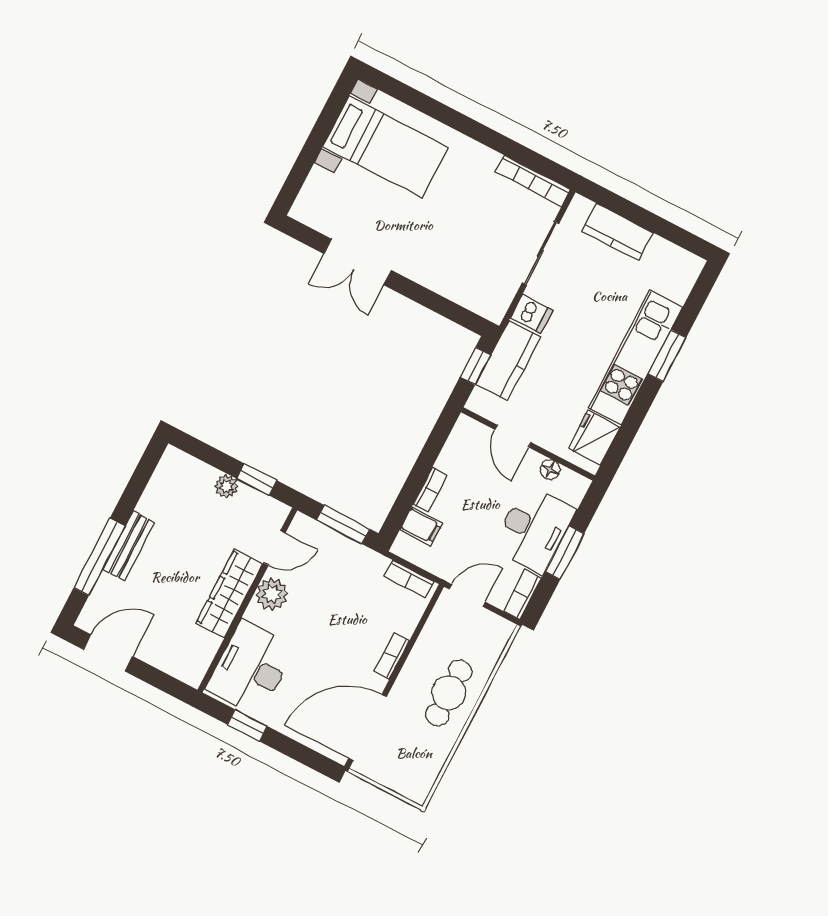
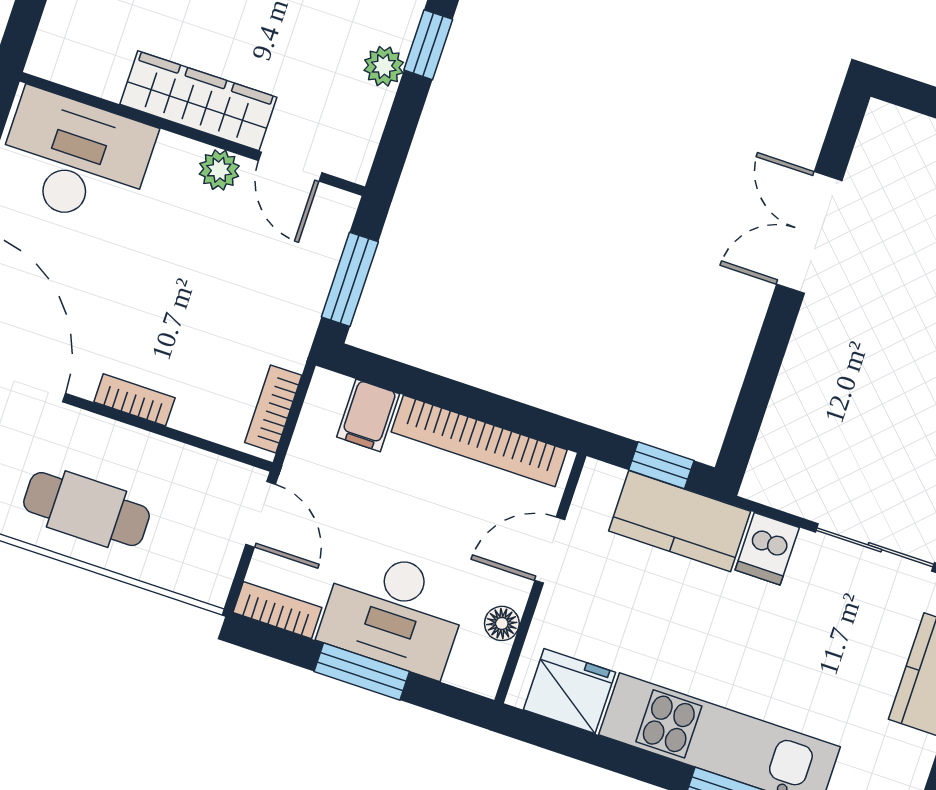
window: (257, 479) -> (428, 45), moved
bookcase: (430, 490) -> (479, 441), width x2.31, depth x1.31
plant: (272, 594) -> (219, 170), width x0.73, depth x0.73

